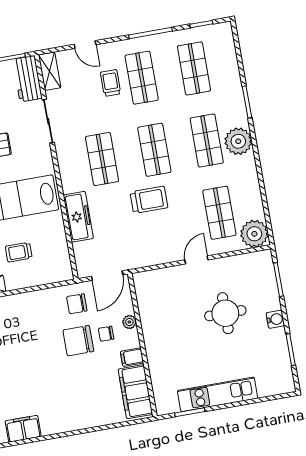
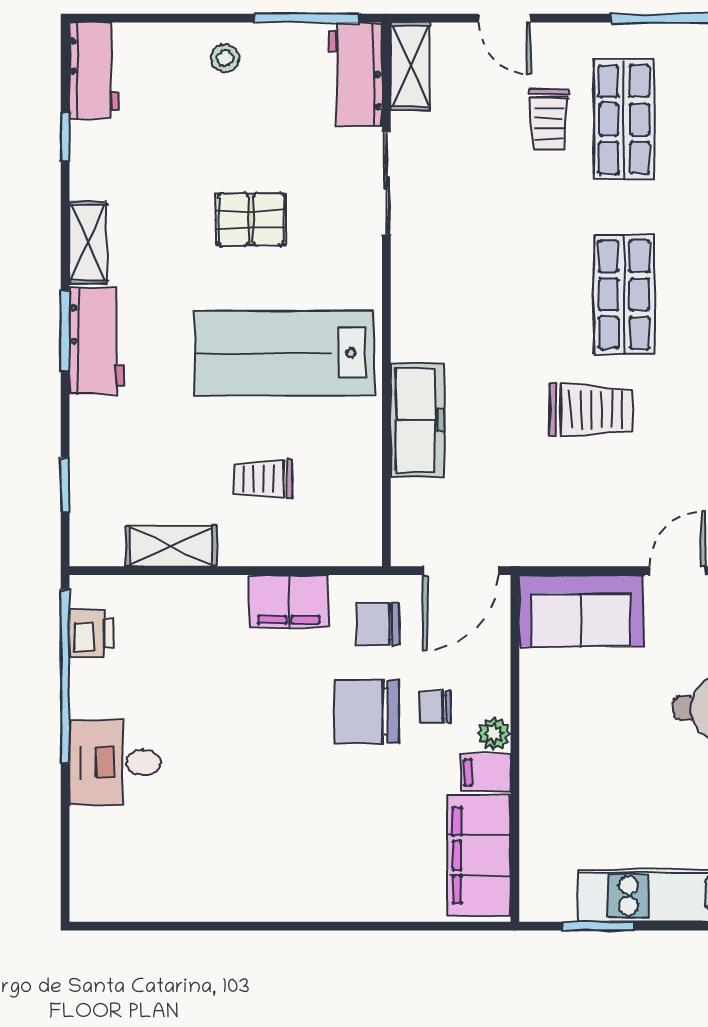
trolley: (111, 83) -> (549, 119), turned 180
shop shelf: (102, 159) -> (497, 294), removed
sofa: (160, 283) -> (581, 611), added
plant: (129, 322) -> (494, 734), moved
filing cabinet: (23, 429) -> (289, 601), moved, turned 180

